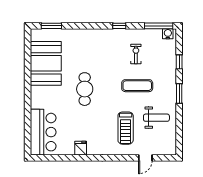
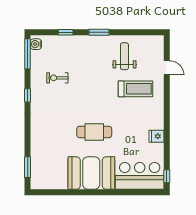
booth: (46, 63) -> (91, 173), moved
exercise mat: (137, 86) -> (91, 77), removed
window: (43, 158) -> (167, 176), added

